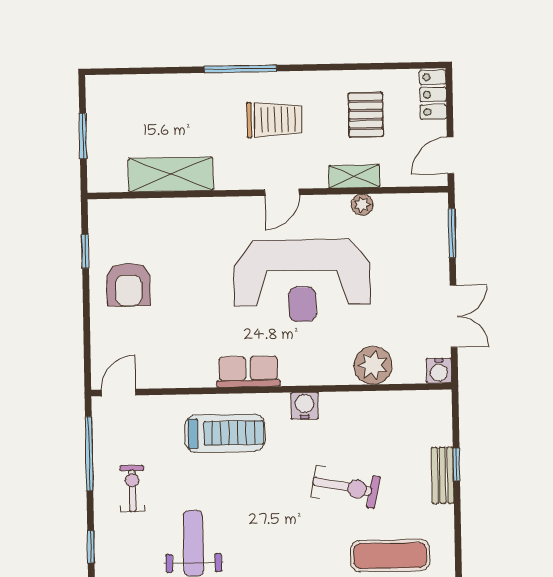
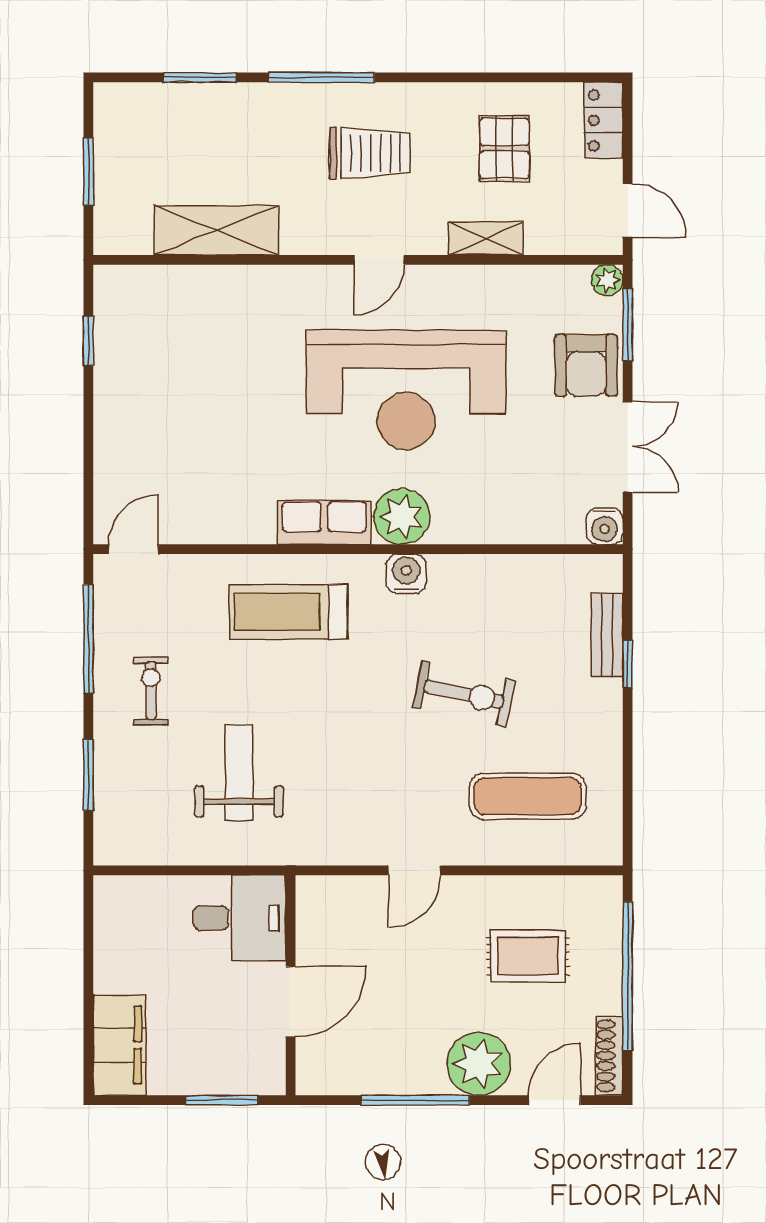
window: (158, 71) -> (200, 77), added
door: (451, 155) -> (628, 210), swing flipped
plant: (362, 205) -> (607, 280), moved
armchair: (128, 285) -> (586, 365), moved
plant: (373, 365) -> (402, 516), moved
treadmill: (225, 433) -> (288, 612), turned 180
bench: (443, 475) -> (607, 635), moved
window: (91, 547) -> (88, 775), width x1.50

